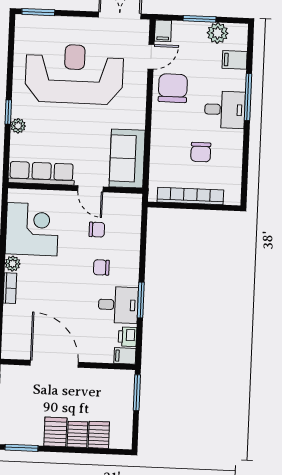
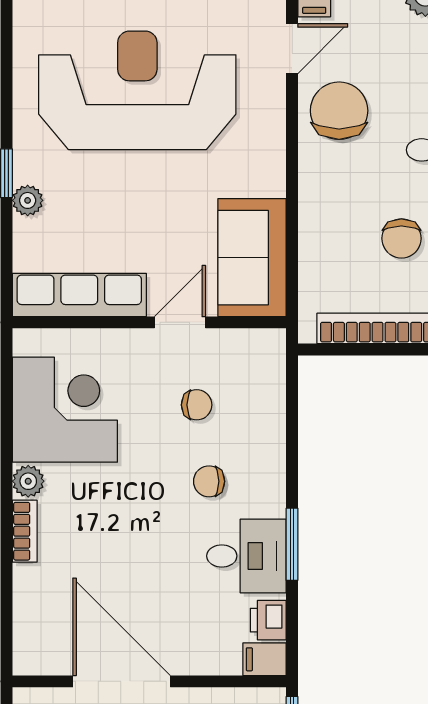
door: (90, 189) -> (180, 322), swing flipped

